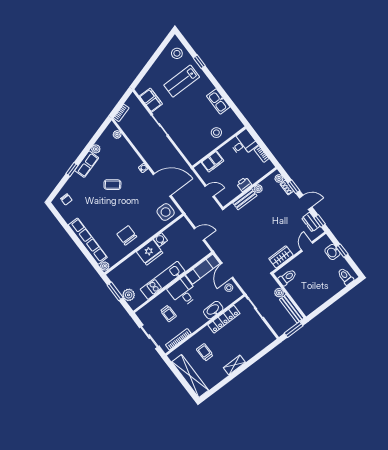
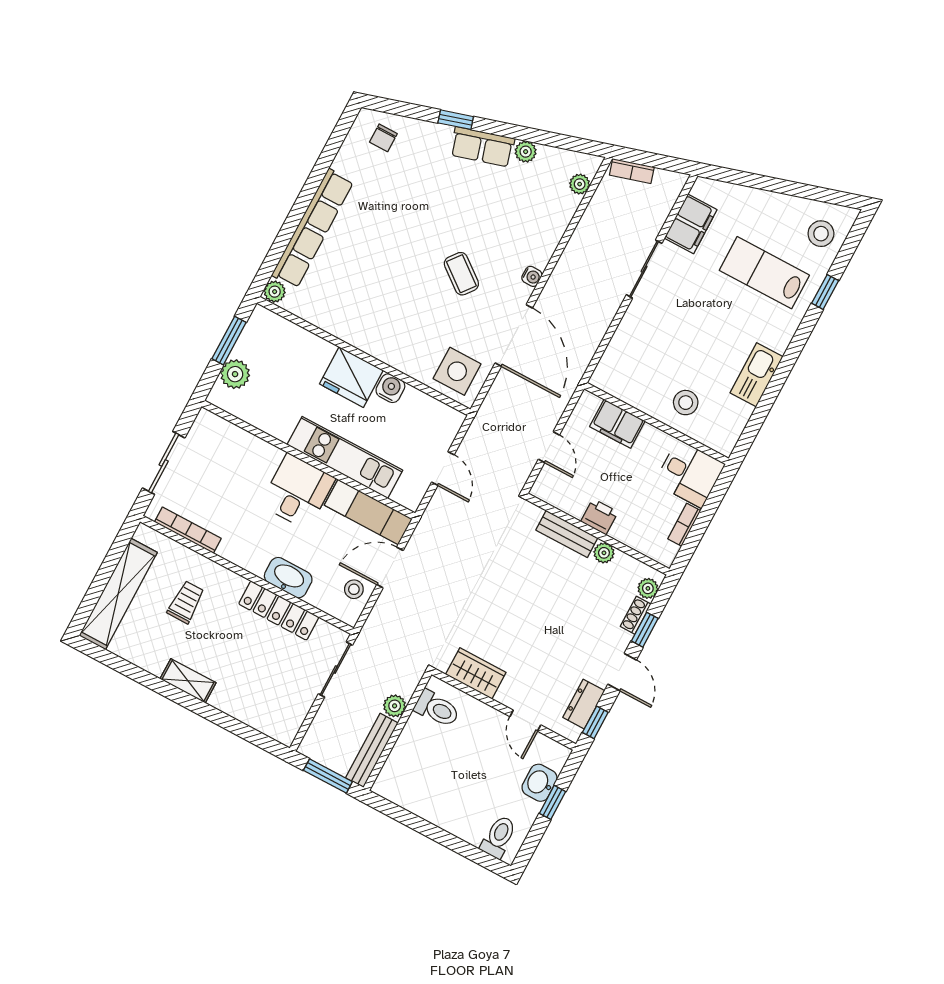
coffee table: (112, 185) -> (461, 274), moved
chair: (127, 235) -> (365, 309), removed
door: (307, 247) -> (525, 721), swing flipped
kitchen unit: (163, 280) -> (345, 457), moved
trolley: (168, 313) -> (235, 482), removed

